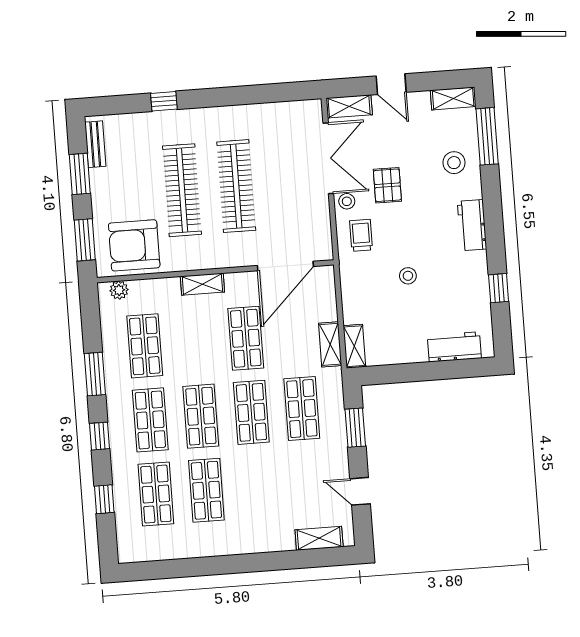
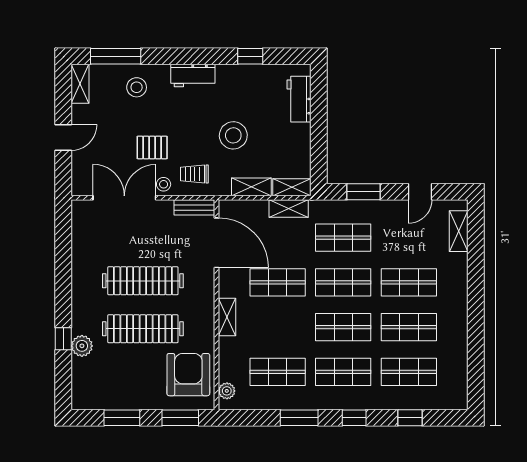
shelving: (349, 106) -> (251, 187), moved, turned 90
plant: (158, 123) -> (82, 346), added
bench: (95, 144) -> (194, 207), moved
armchair: (134, 245) -> (188, 375), turned 180
stool: (408, 276) -> (233, 135), width x1.89, depth x1.89
shop shelf: (257, 486) -> (409, 282), added

